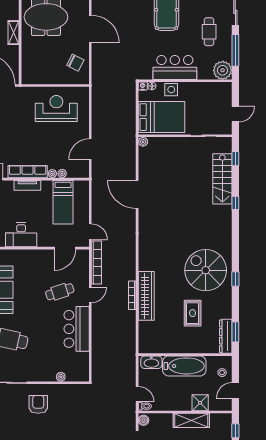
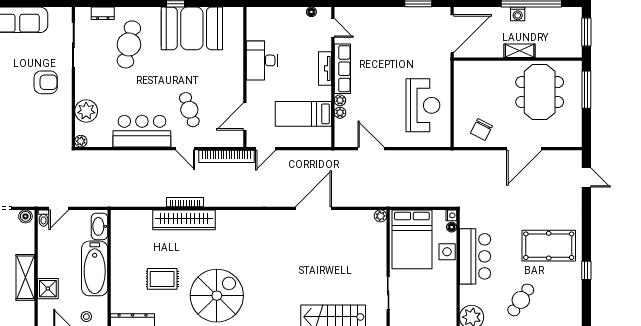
cafe table: (209, 32) -> (521, 300), turned -56
door: (65, 248) -> (245, 117), hinge flipped
plant: (61, 377) -> (86, 111), width x1.88, depth x1.88
plant: (84, 377) -> (81, 141), added

